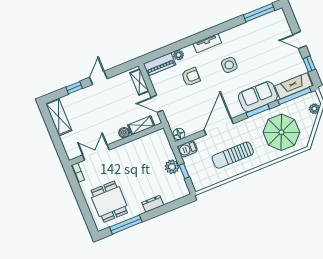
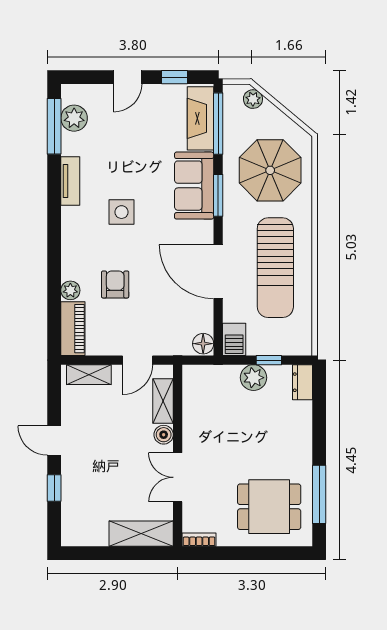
plant: (267, 21) -> (74, 118), added
tv unit: (207, 43) -> (70, 181), moved
shelving: (59, 117) -> (141, 534), moved
double door: (96, 152) -> (178, 477), moved
sun lounger: (233, 155) -> (275, 268), width x1.36, depth x1.34
dresser: (153, 204) -> (302, 382), moved

